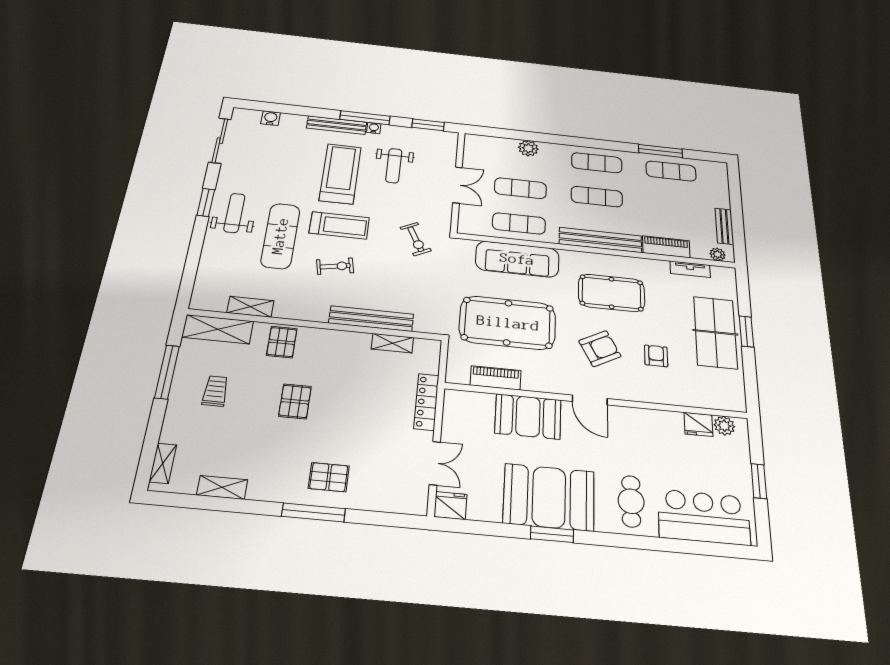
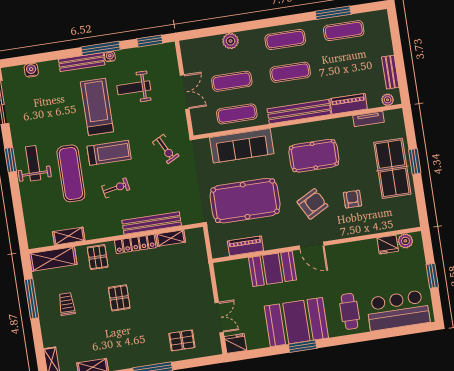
weight bench: (394, 166) -> (134, 88), turned 90
locker: (426, 402) -> (135, 244), moved, turned -90
pallet: (329, 477) -> (182, 340), moved

